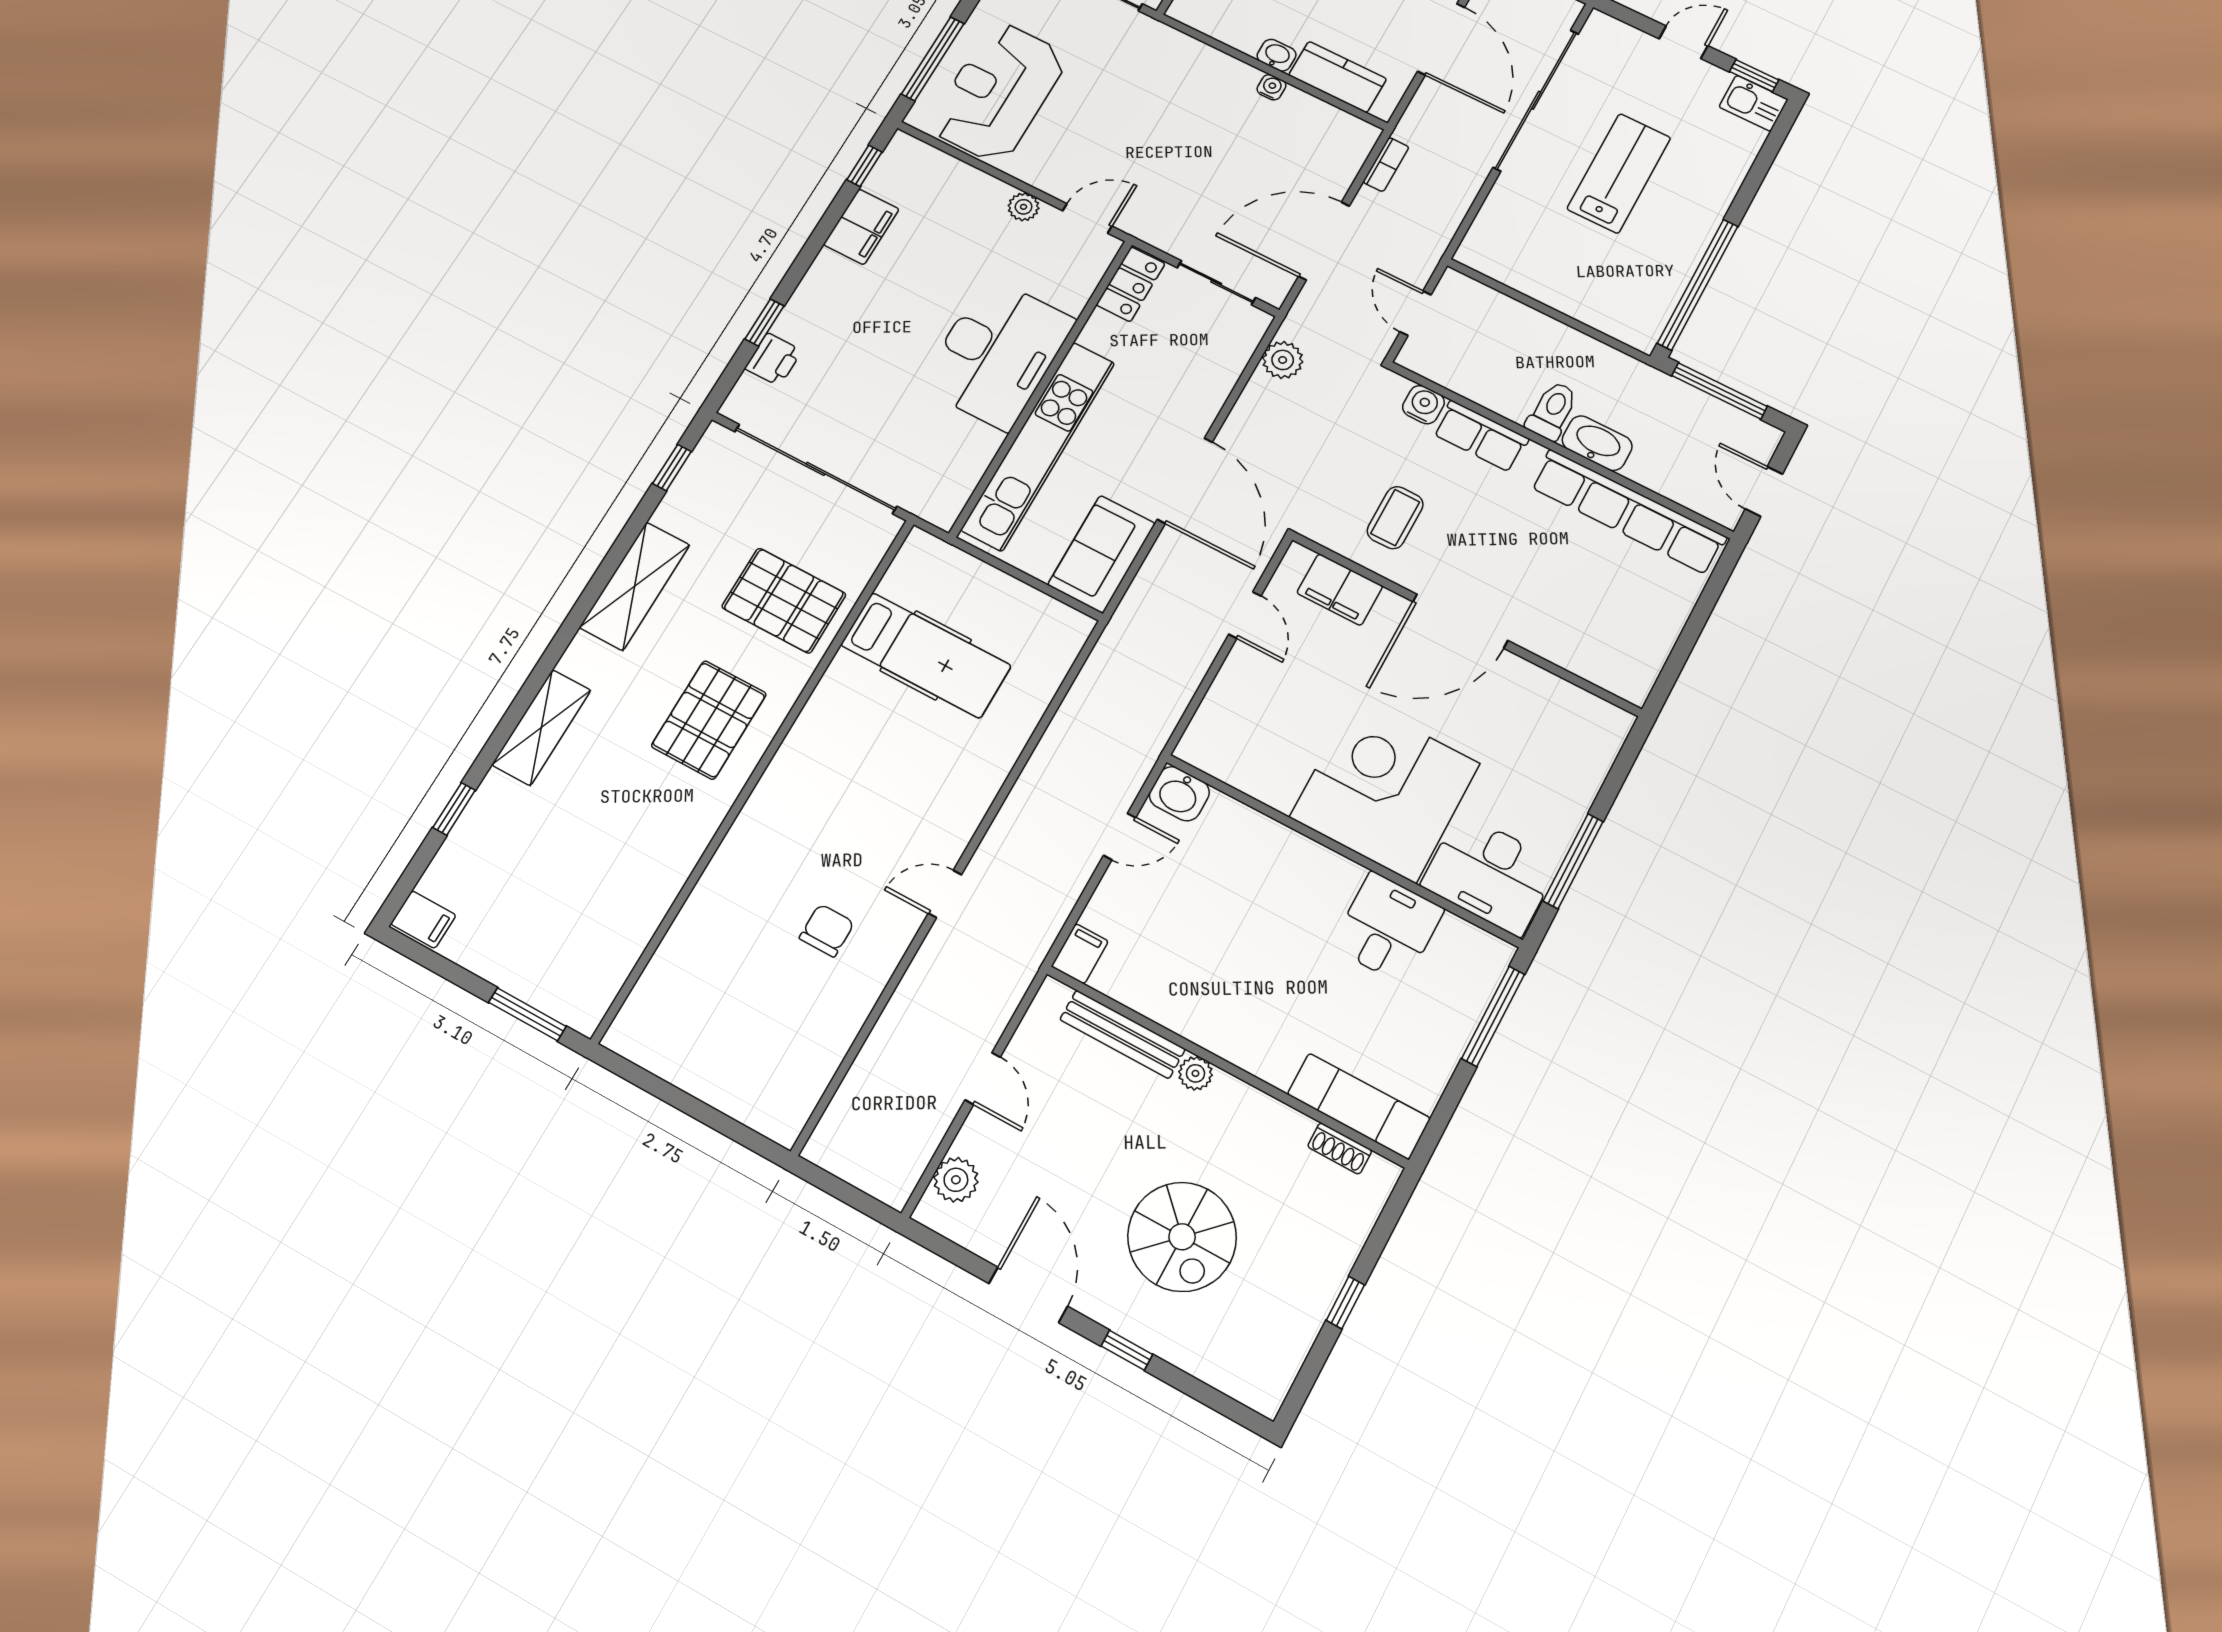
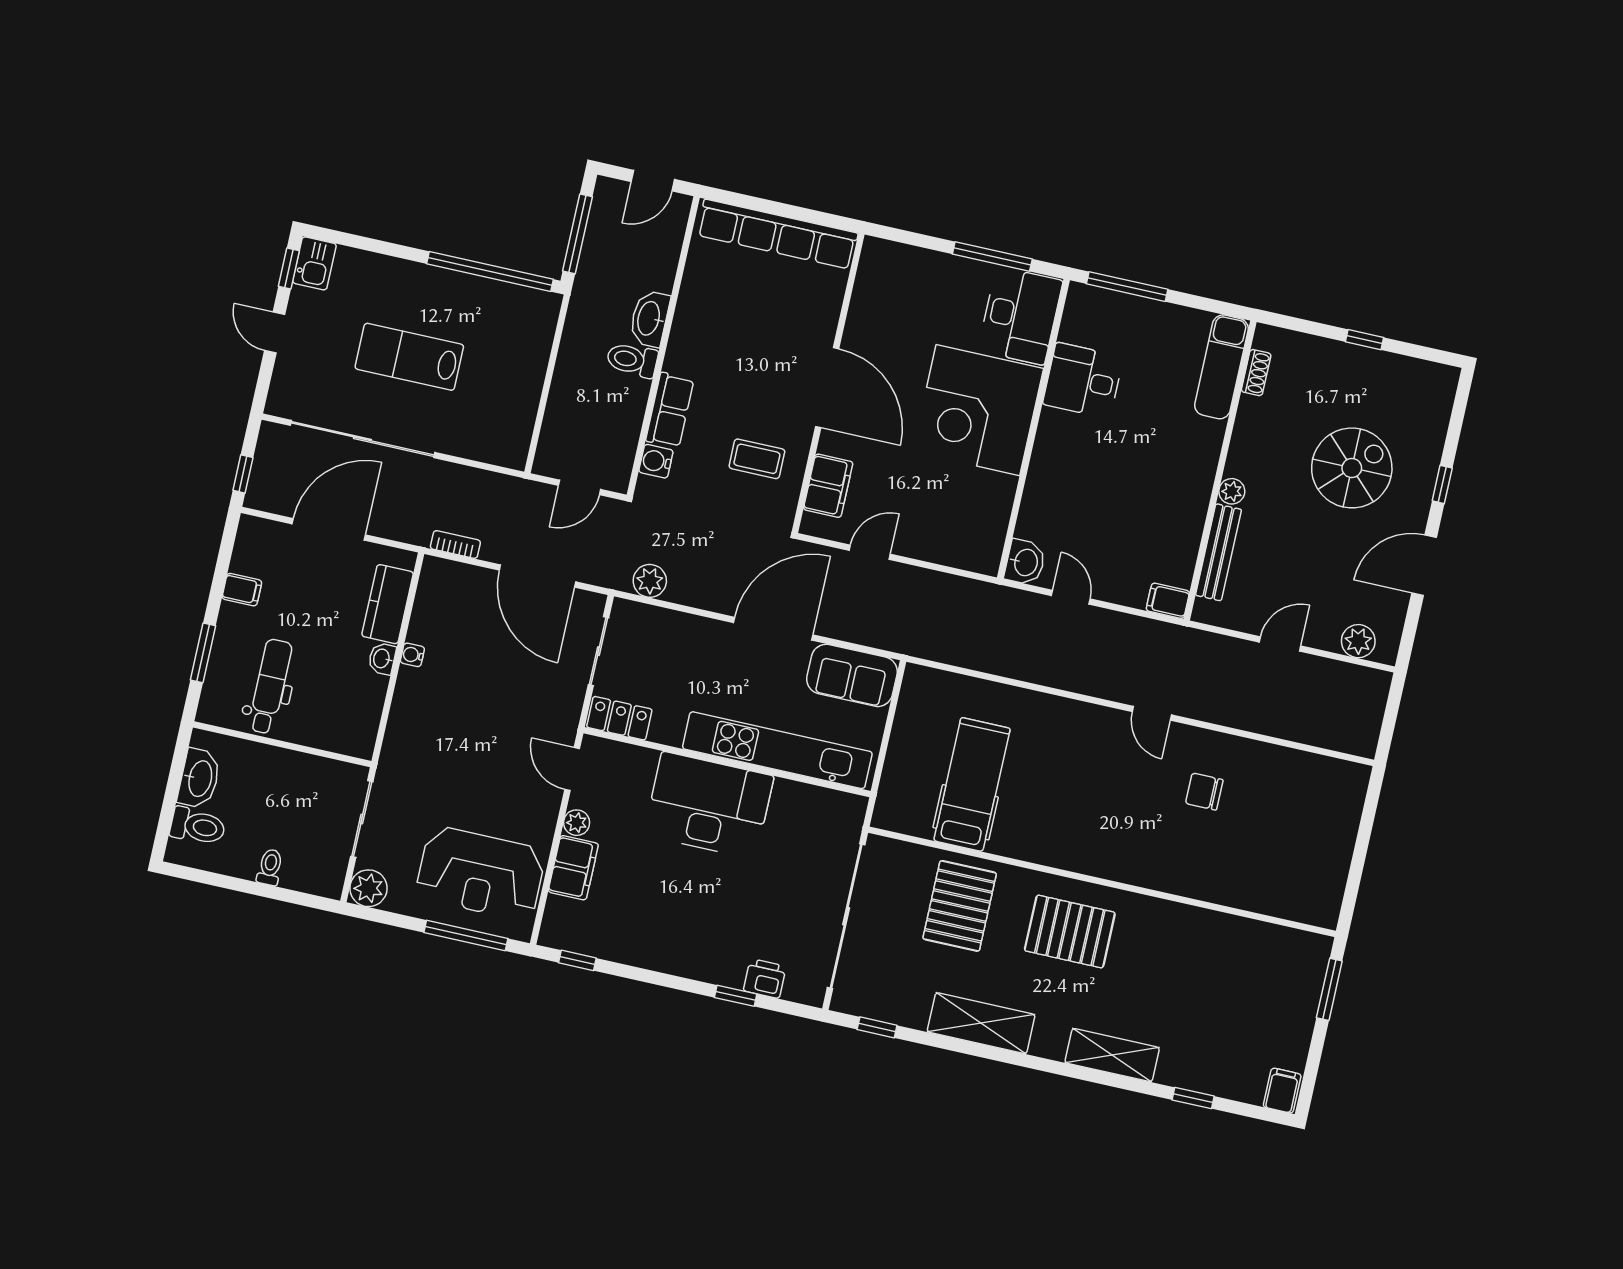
filing cabinet: (861, 227) -> (573, 868), moved, turned 90
row of seats: (1628, 512) -> (777, 234), moved, turned 90

